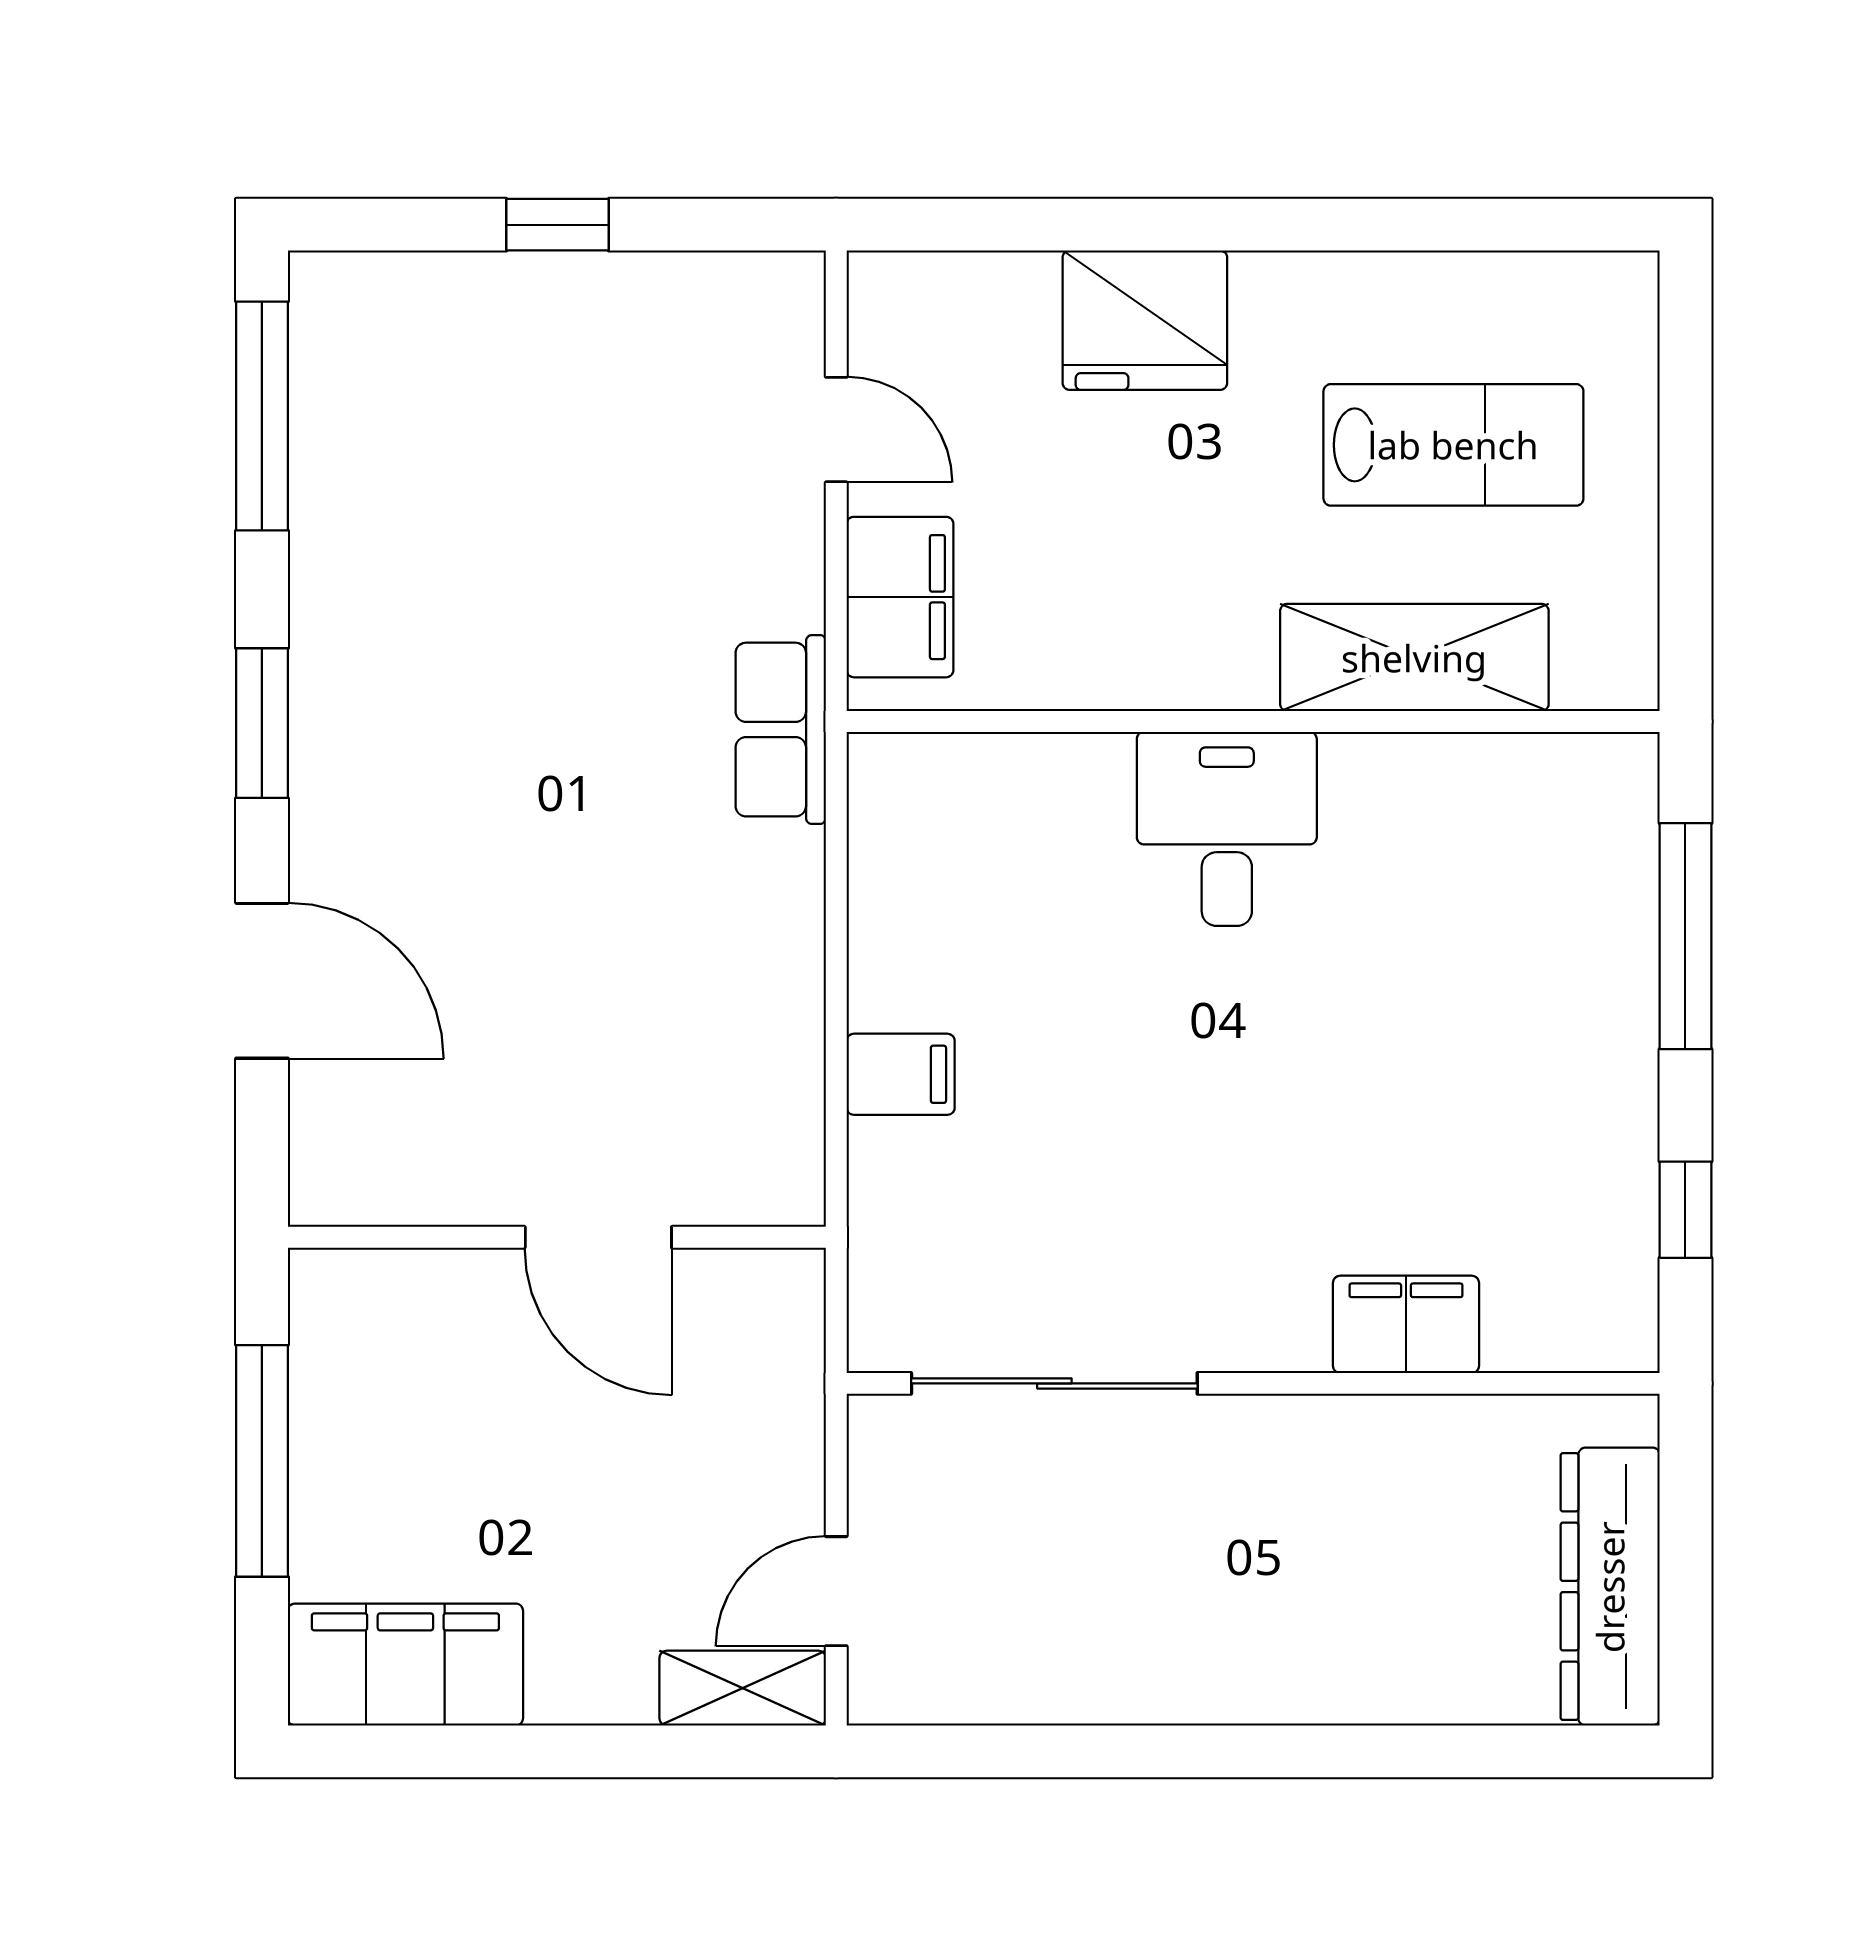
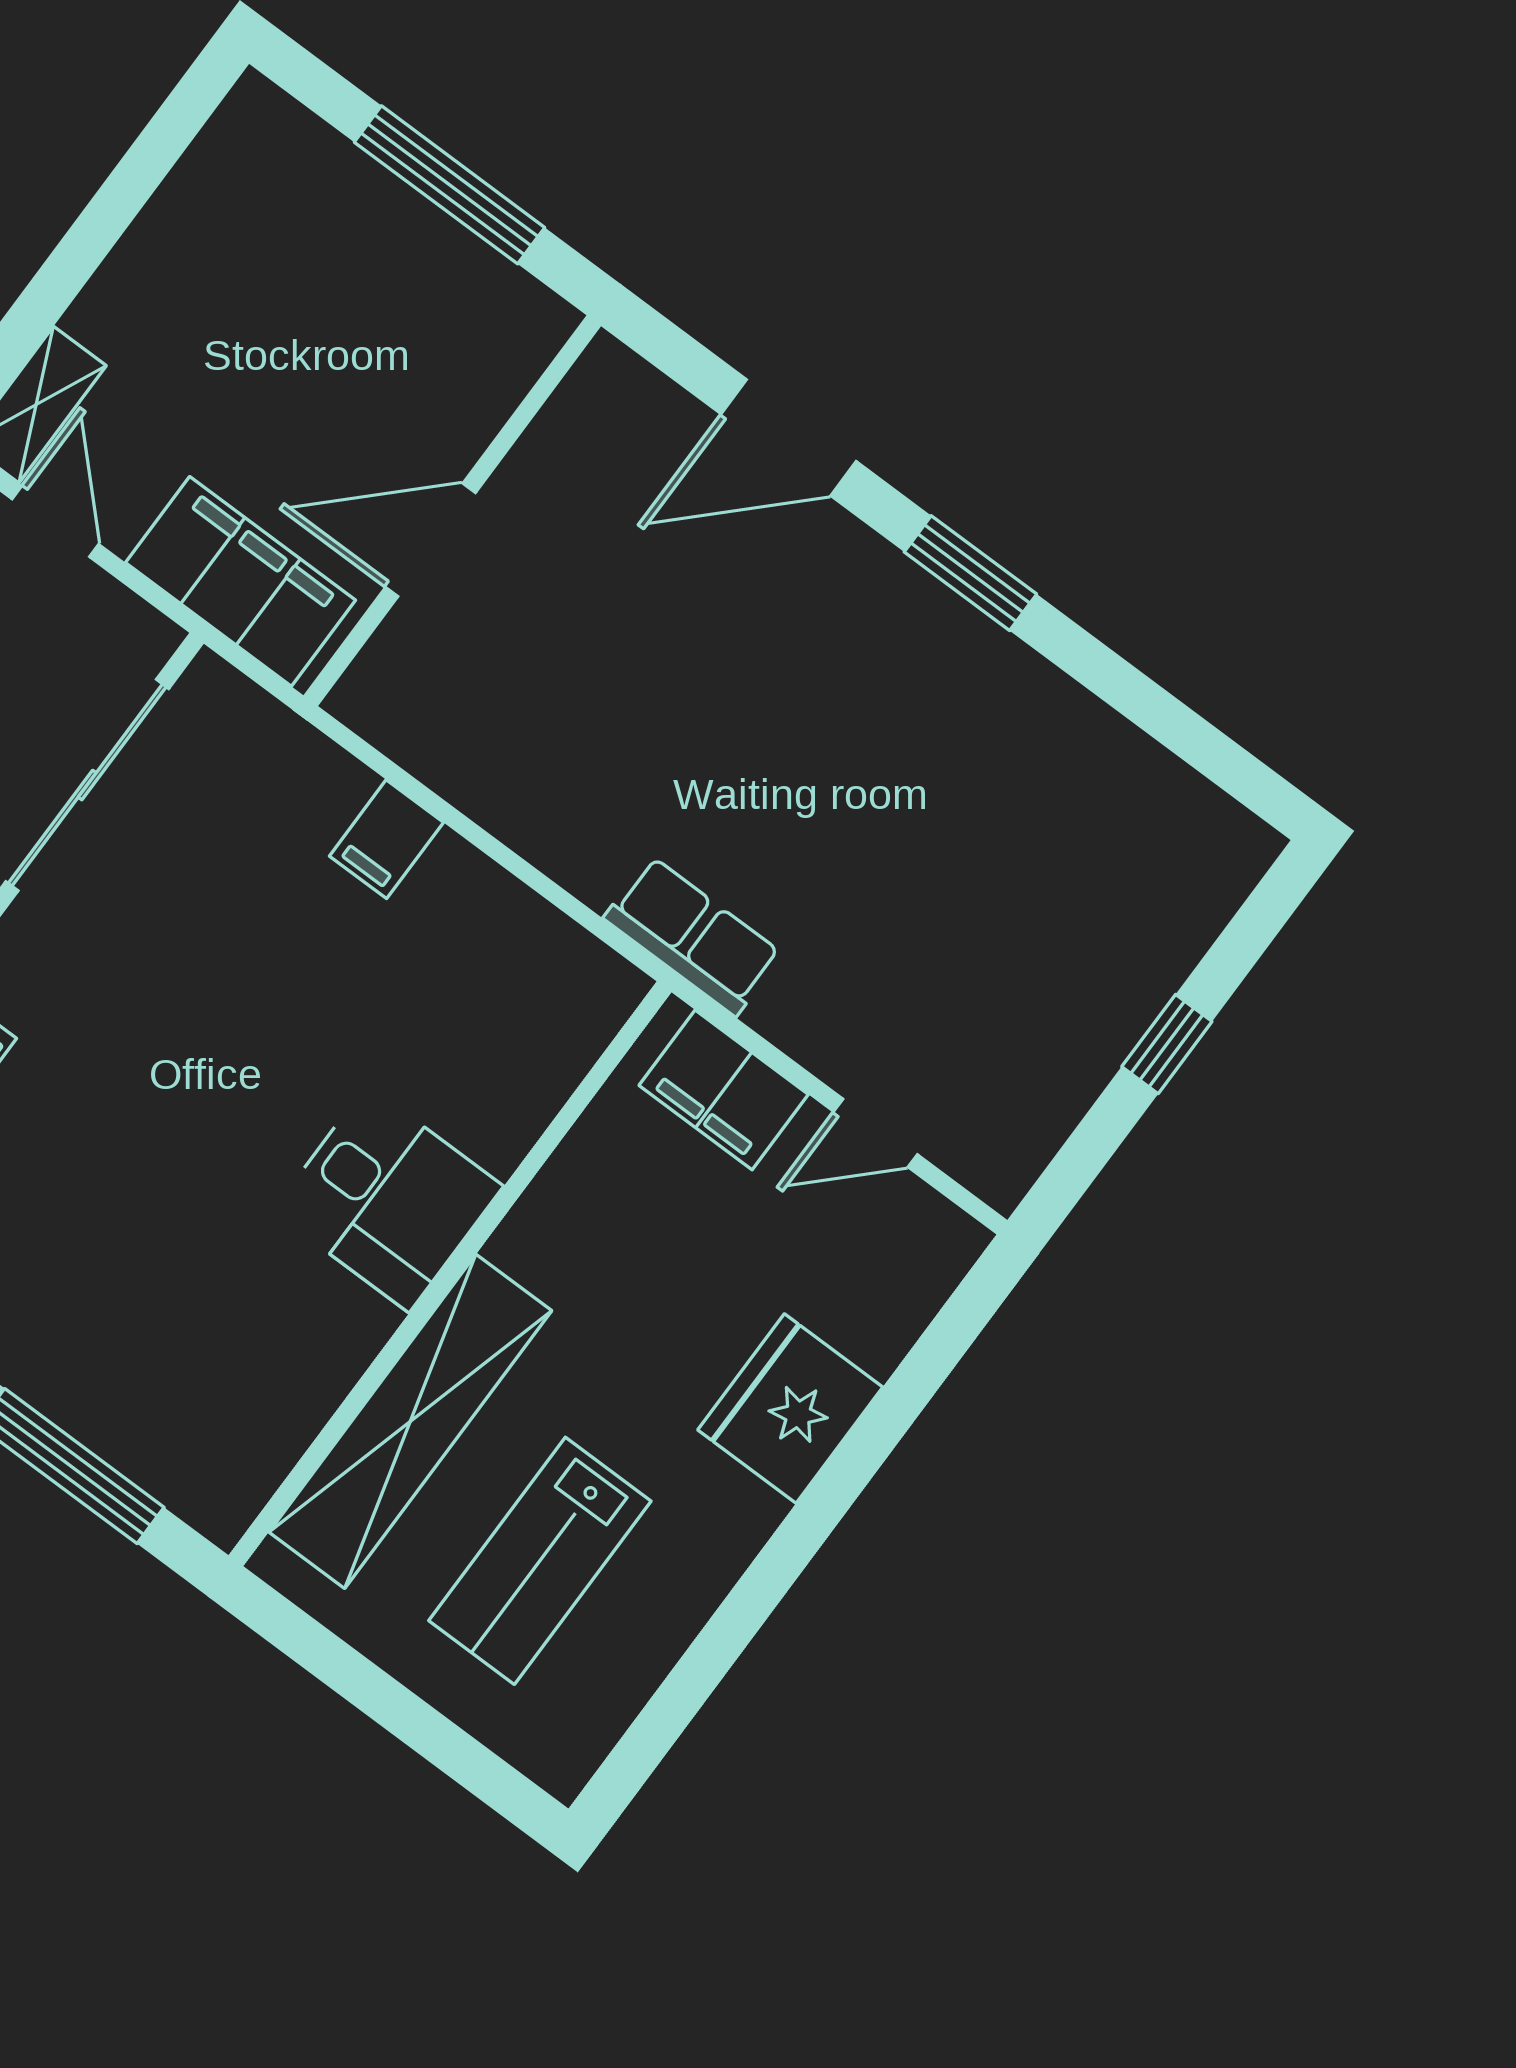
window: (262, 416) -> (1187, 735), removed
shelving: (1414, 658) -> (410, 1421), width x1.47
filing cabinet: (405, 1665) -> (241, 581), moved, turned -90

